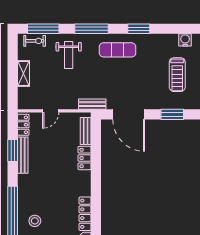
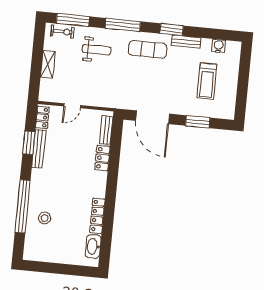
weight bench: (69, 55) -> (97, 50), turned -90
bench: (92, 104) -> (186, 42), moved

